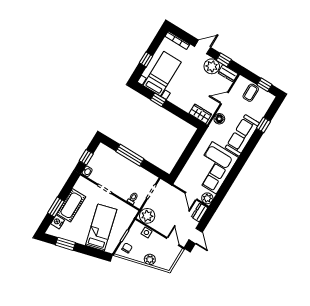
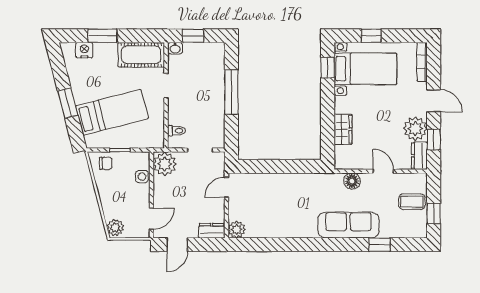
window: (158, 100) -> (328, 68), moved
wardrobe: (200, 114) -> (343, 129), moved
corner sofa: (214, 168) -> (283, 214), removed
door: (191, 196) -> (226, 187), moved
cot: (71, 205) -> (141, 55), moved
window: (65, 244) -> (68, 103), moved
plant: (150, 259) -> (115, 228), moved

